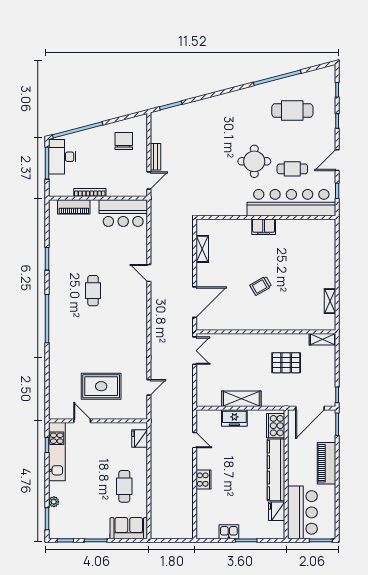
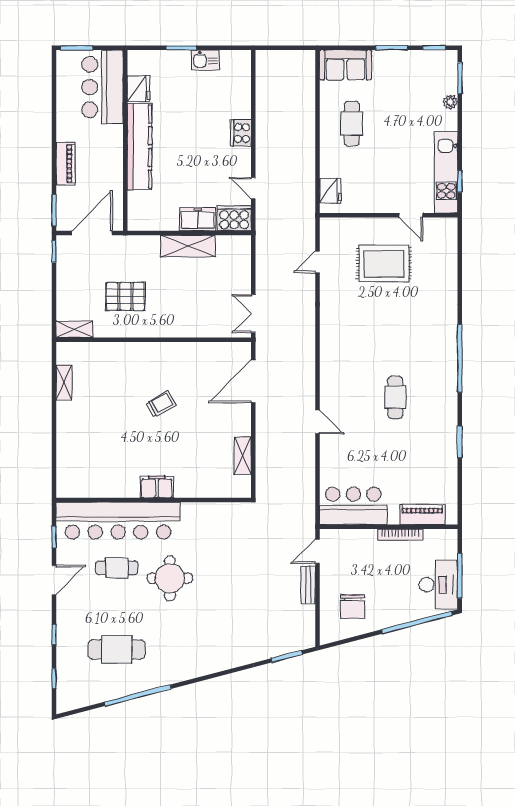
cooker: (276, 426) -> (234, 218), moved, turned -90
piano: (326, 463) -> (66, 164), width x0.73, depth x0.75

